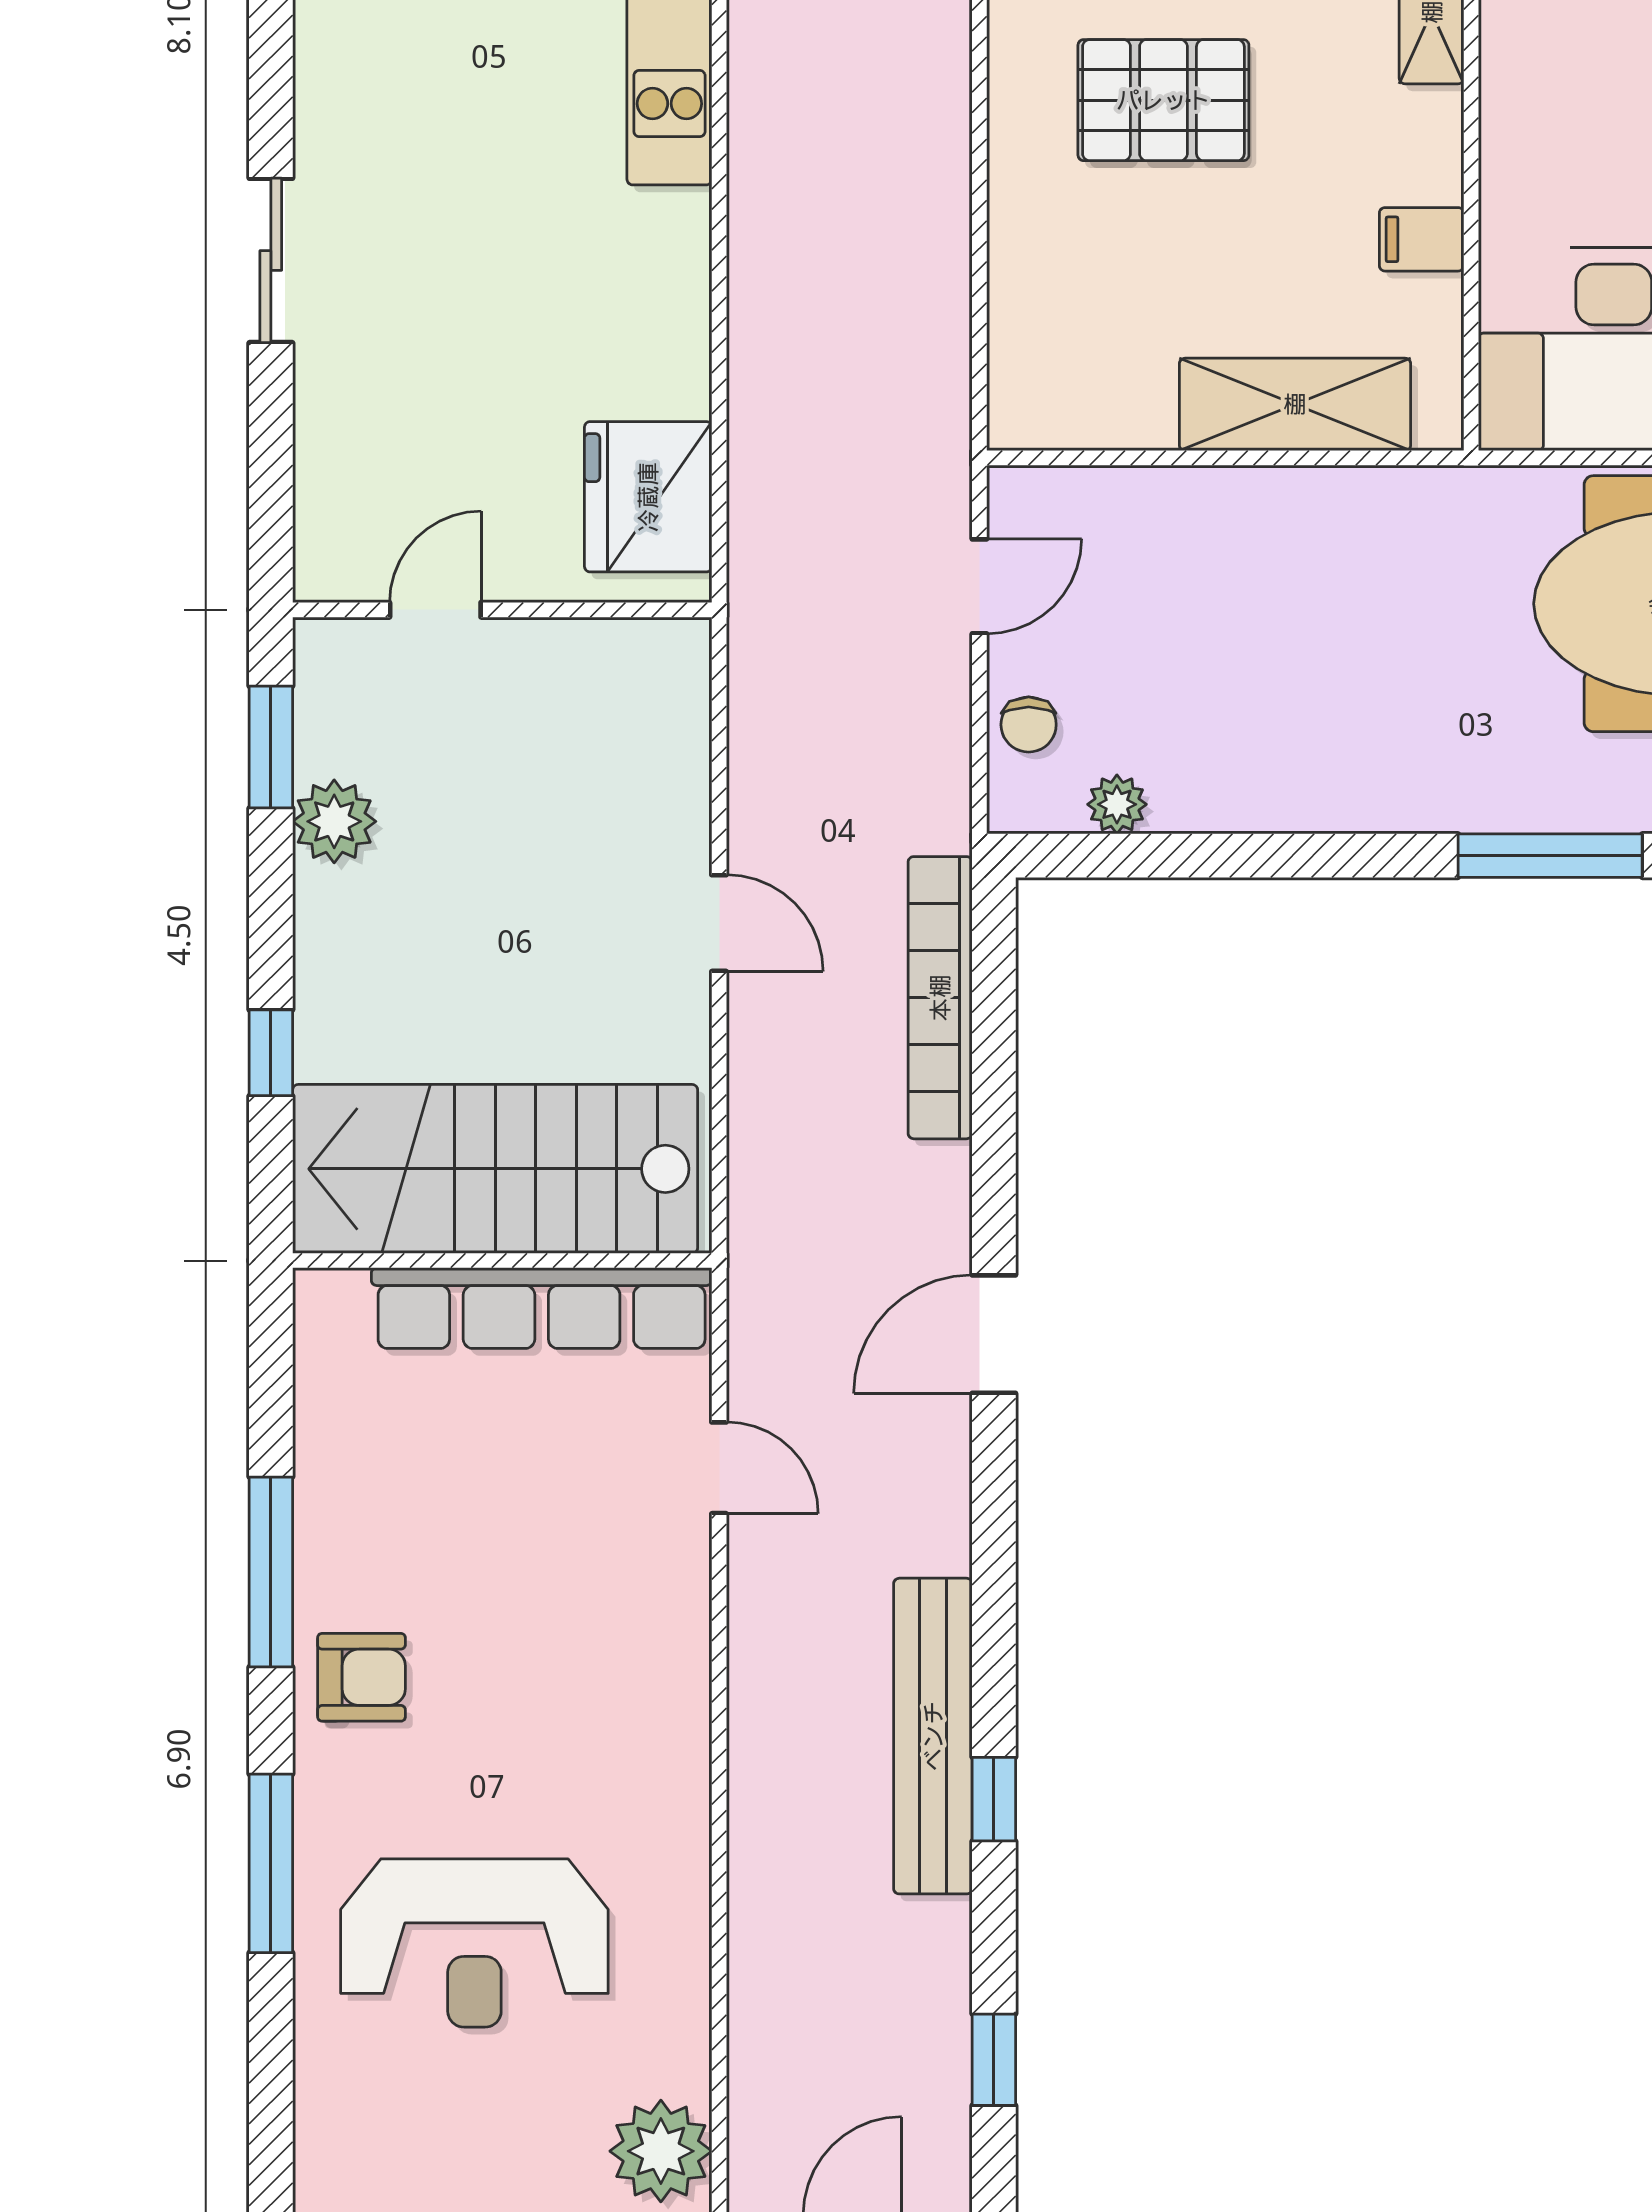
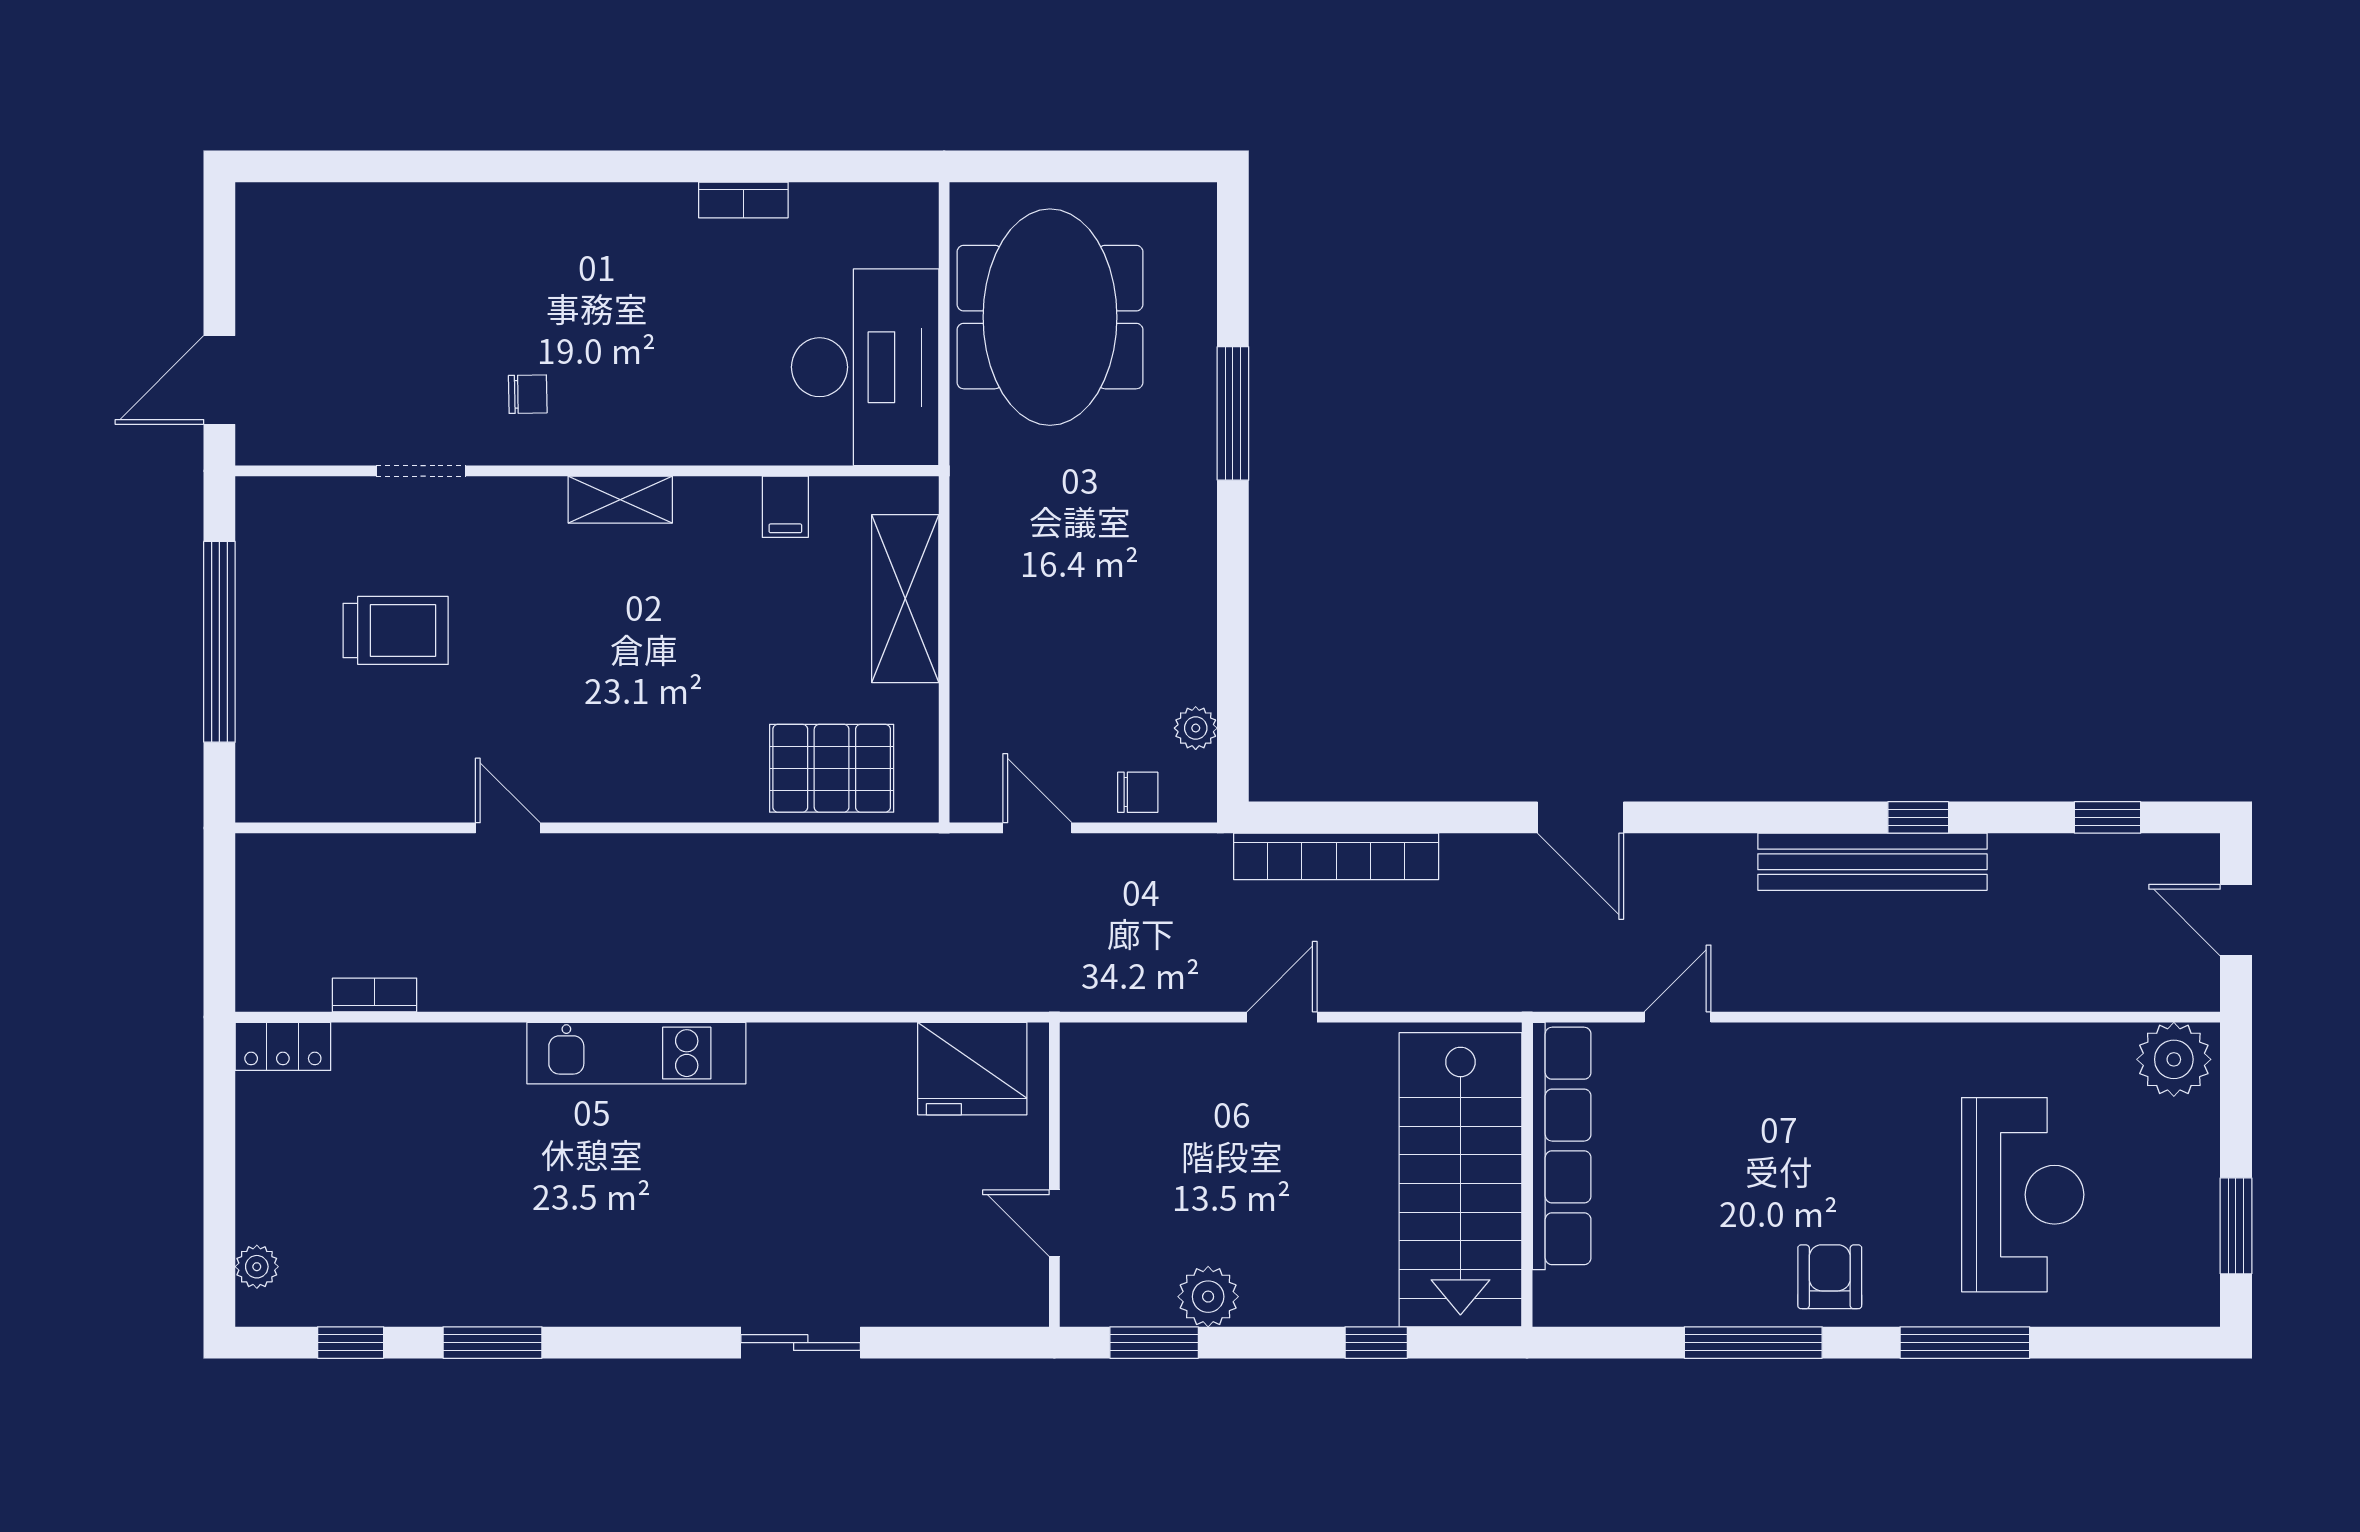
pallet: (1163, 100) -> (832, 768), moved, turned 90

